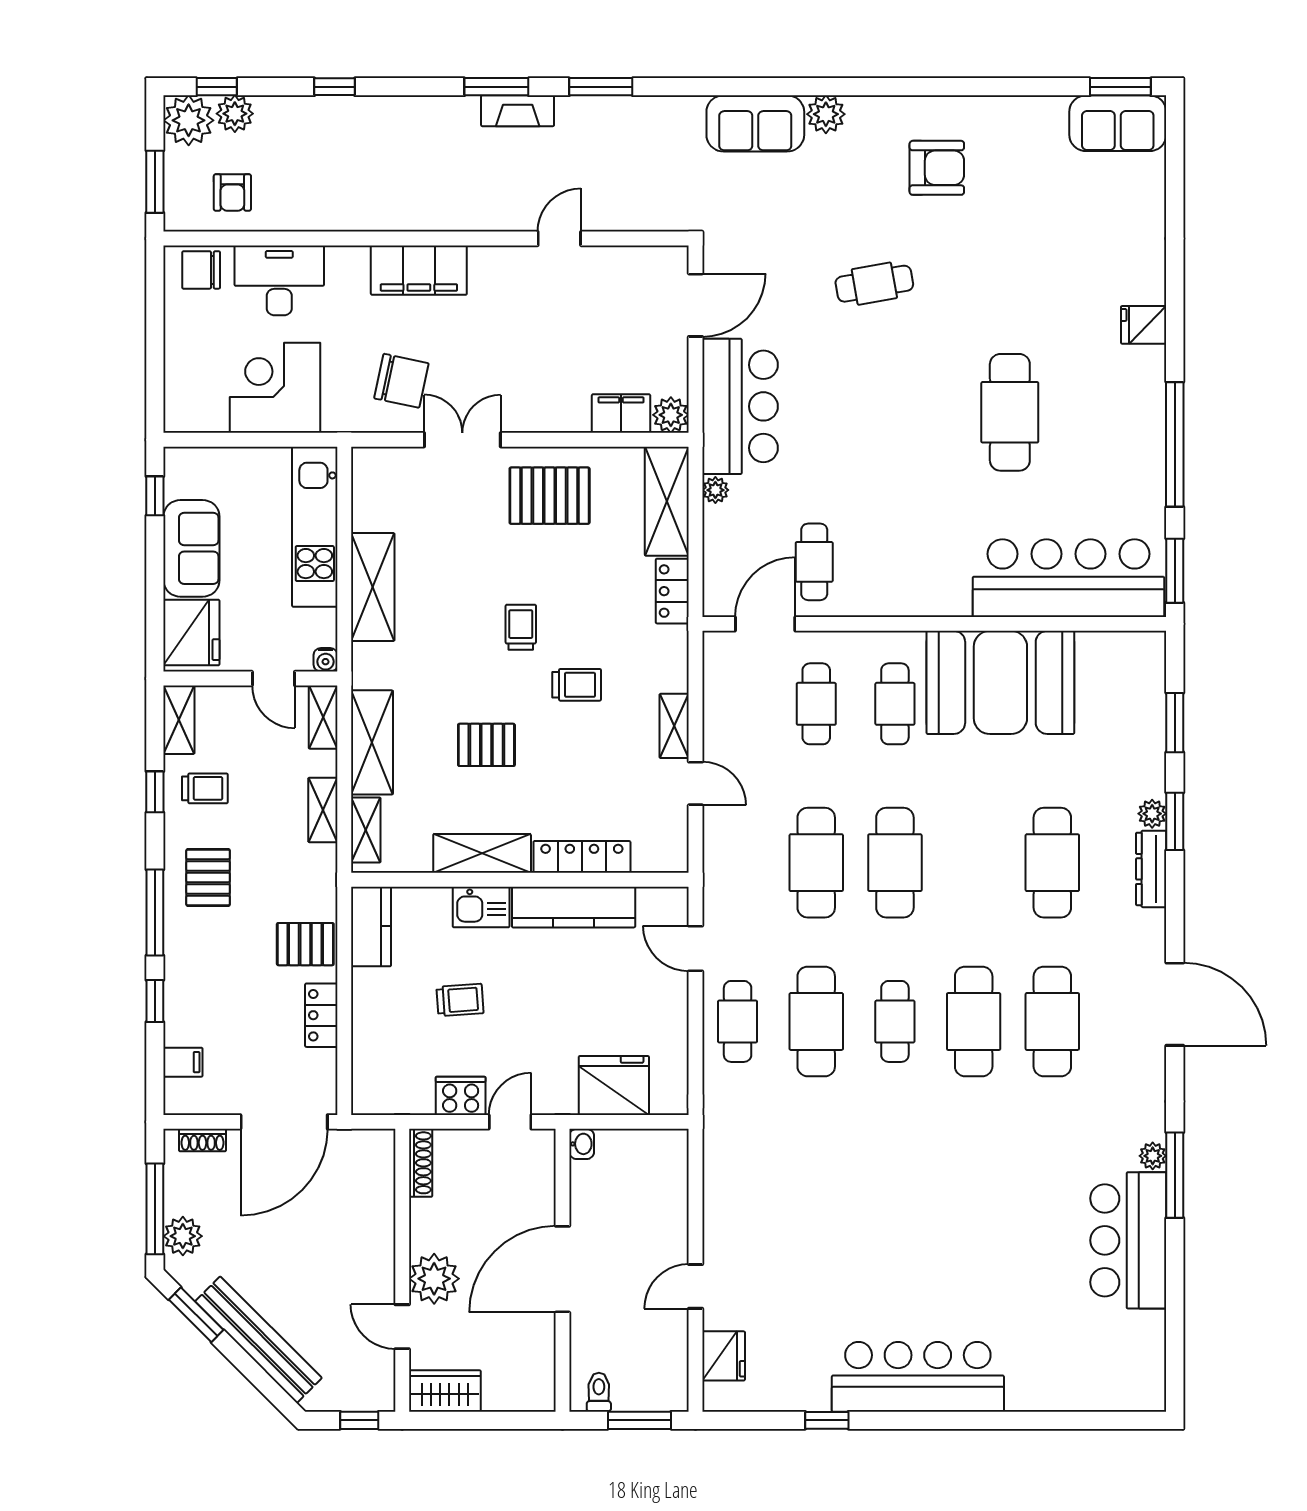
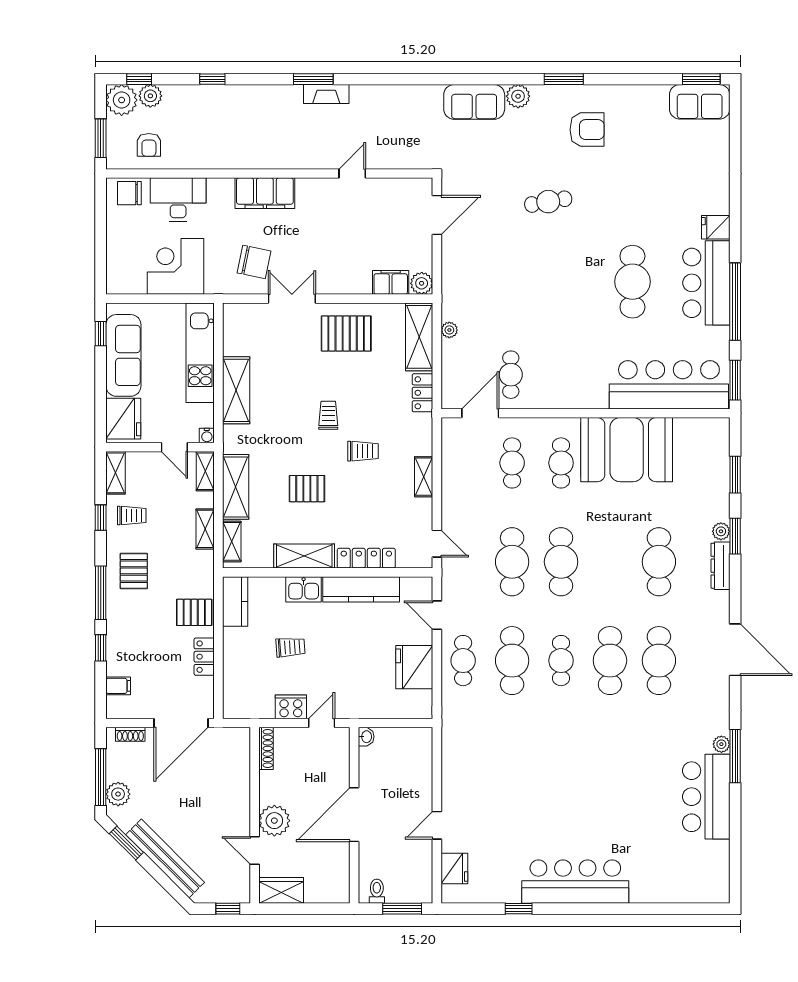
window: (601, 87) -> (564, 79), moved
bar counter: (740, 406) -> (706, 283), moved, turned 180
sofa: (191, 548) -> (123, 355), width x1.36
door: (696, 783) -> (437, 544), moved
fridge: (614, 1085) -> (414, 667), moved, turned -90

